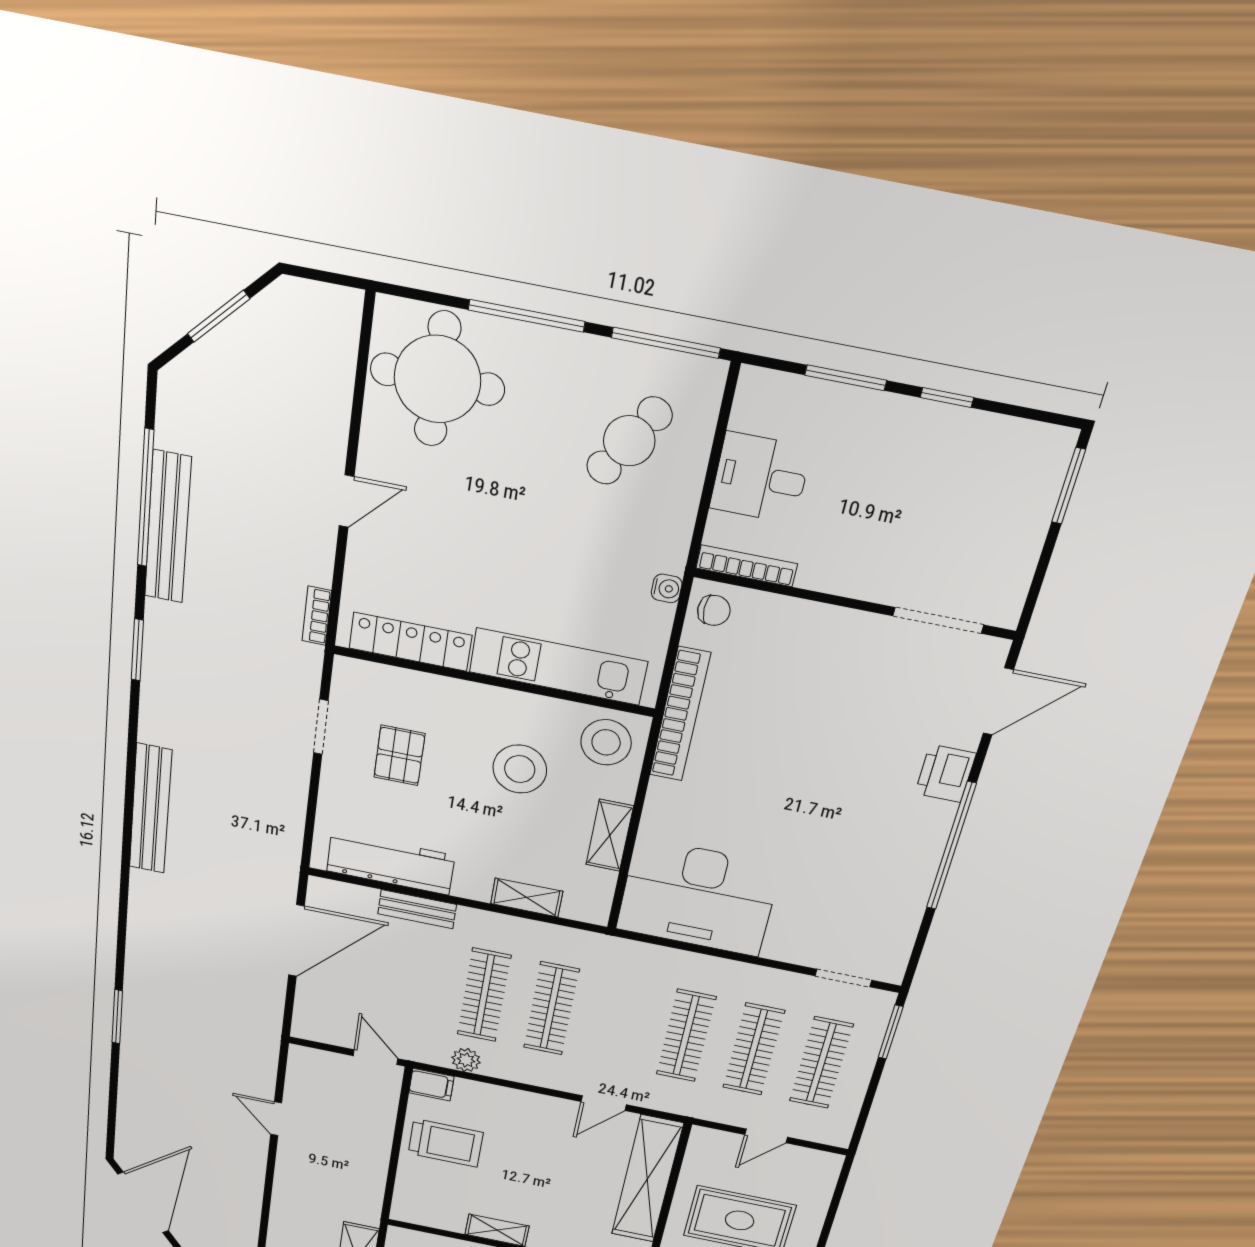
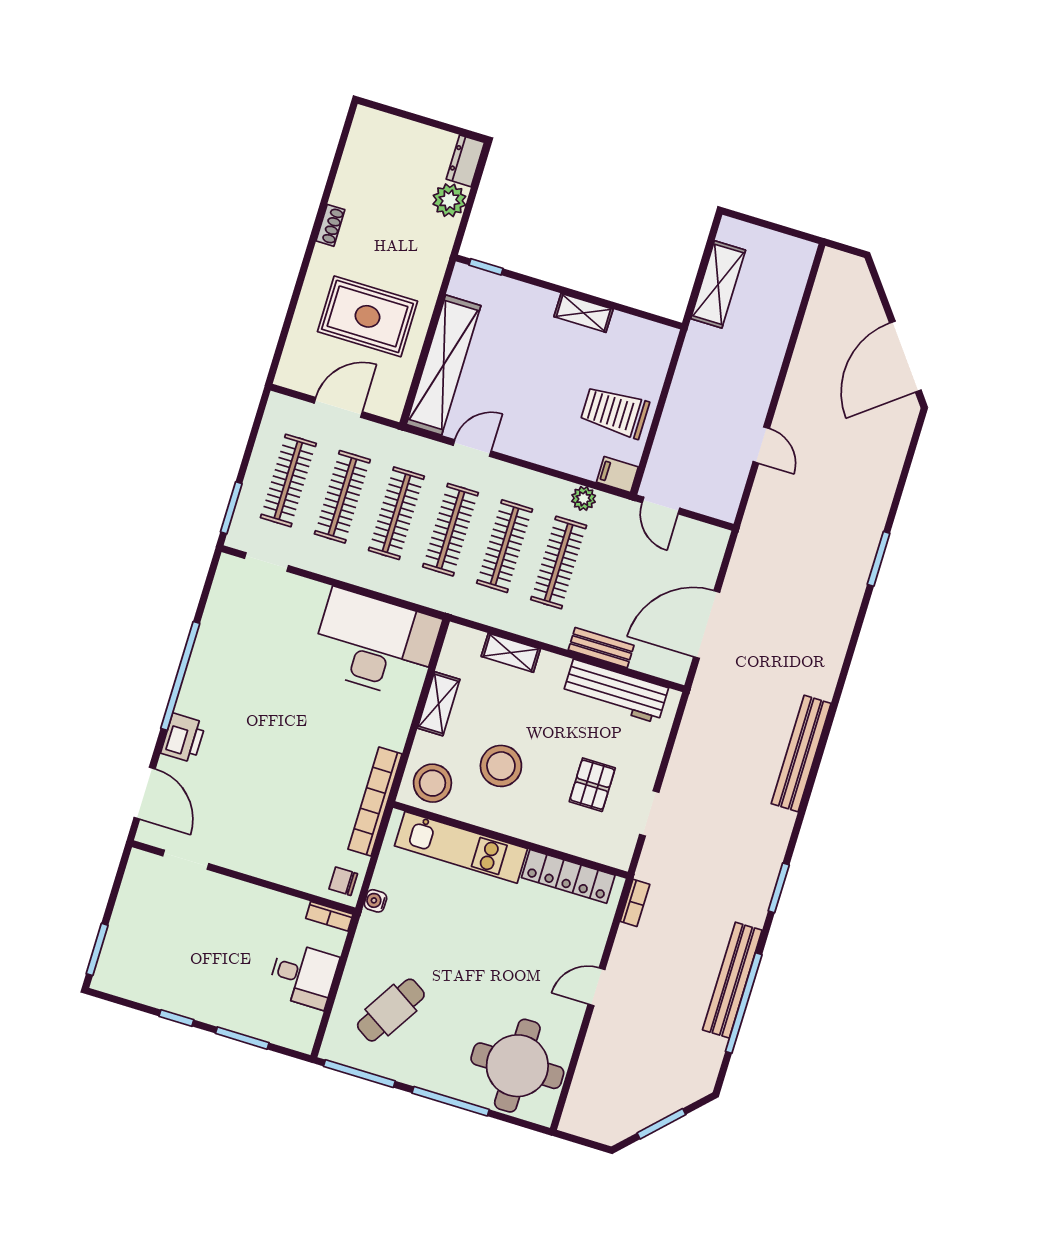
bookcase: (747, 566) -> (329, 916), width x0.64
doorway: (938, 620) -> (186, 860), width x0.73
door: (998, 702) -> (145, 793), swing flipped
clothes rail: (619, 1022) -> (450, 530), added
door: (766, 1136) -> (338, 407), width x1.38

